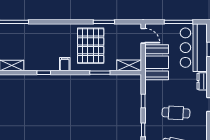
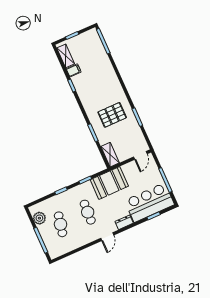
pallet: (91, 46) -> (112, 115), width x0.73, depth x0.71
booth: (157, 62) -> (109, 183), moved
filing cabinet: (65, 64) -> (74, 70), moved

